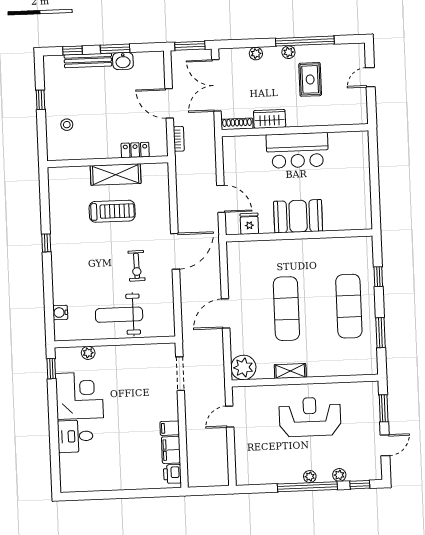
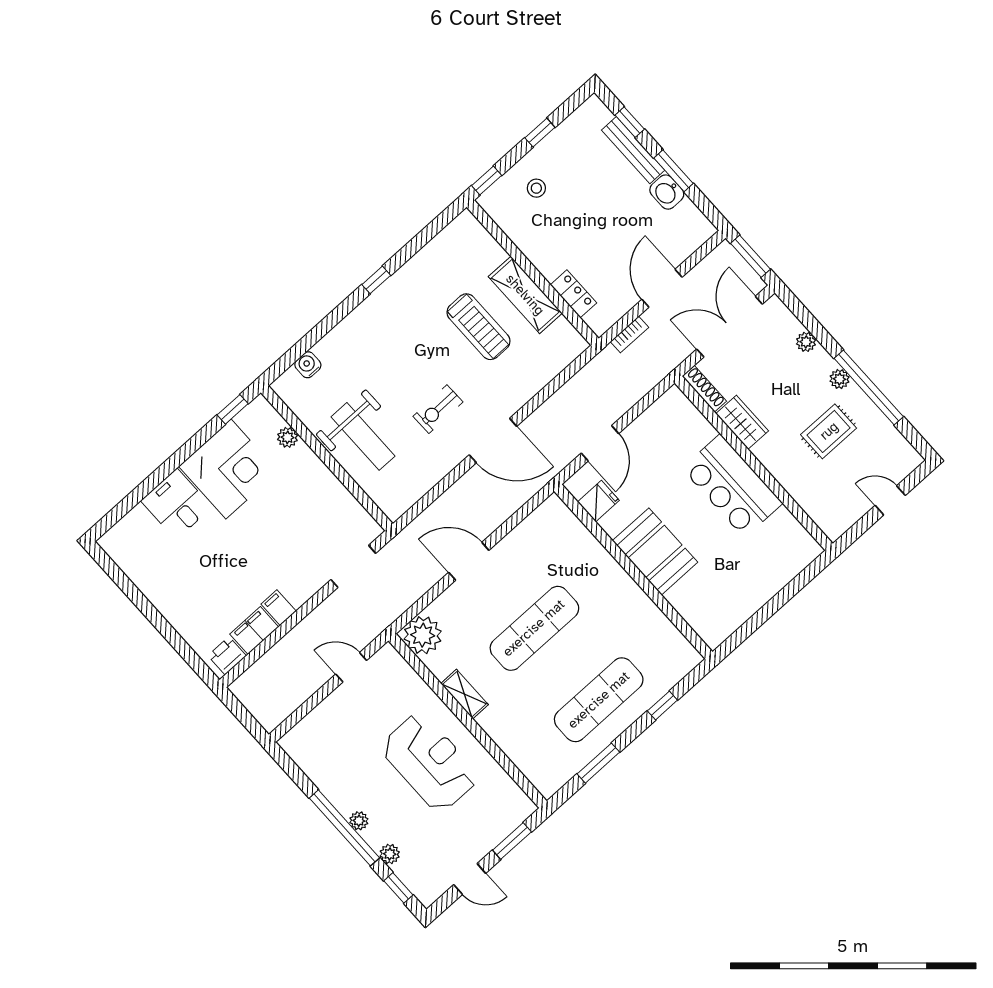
window: (42, 146) -> (487, 181), added
weight bench: (119, 315) -> (363, 436), turned 180

